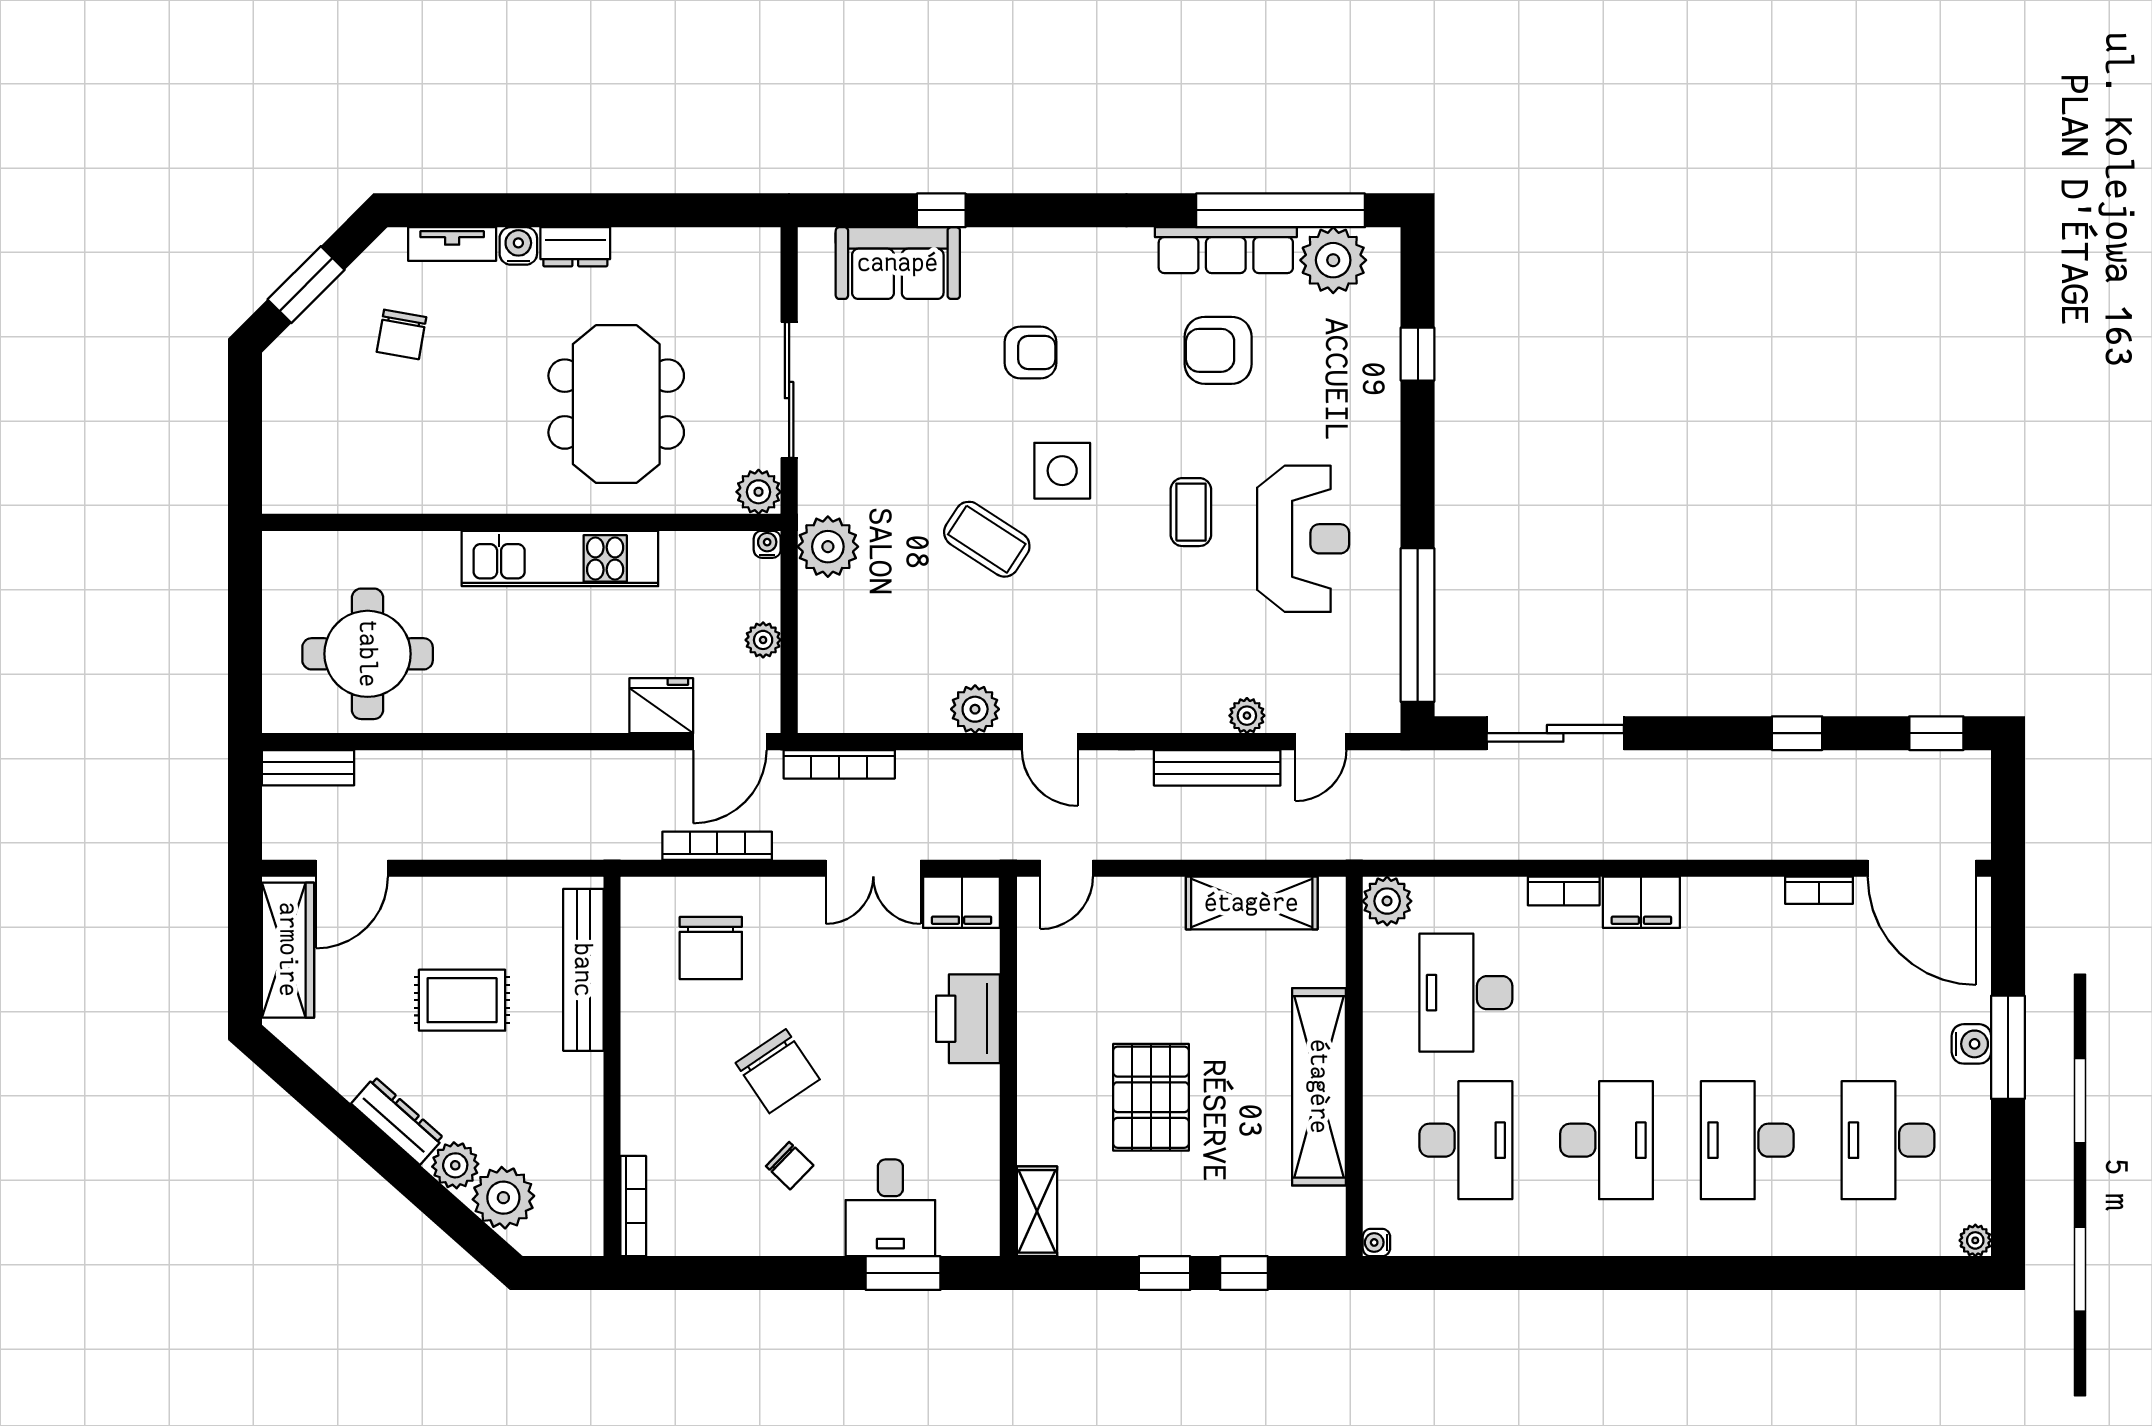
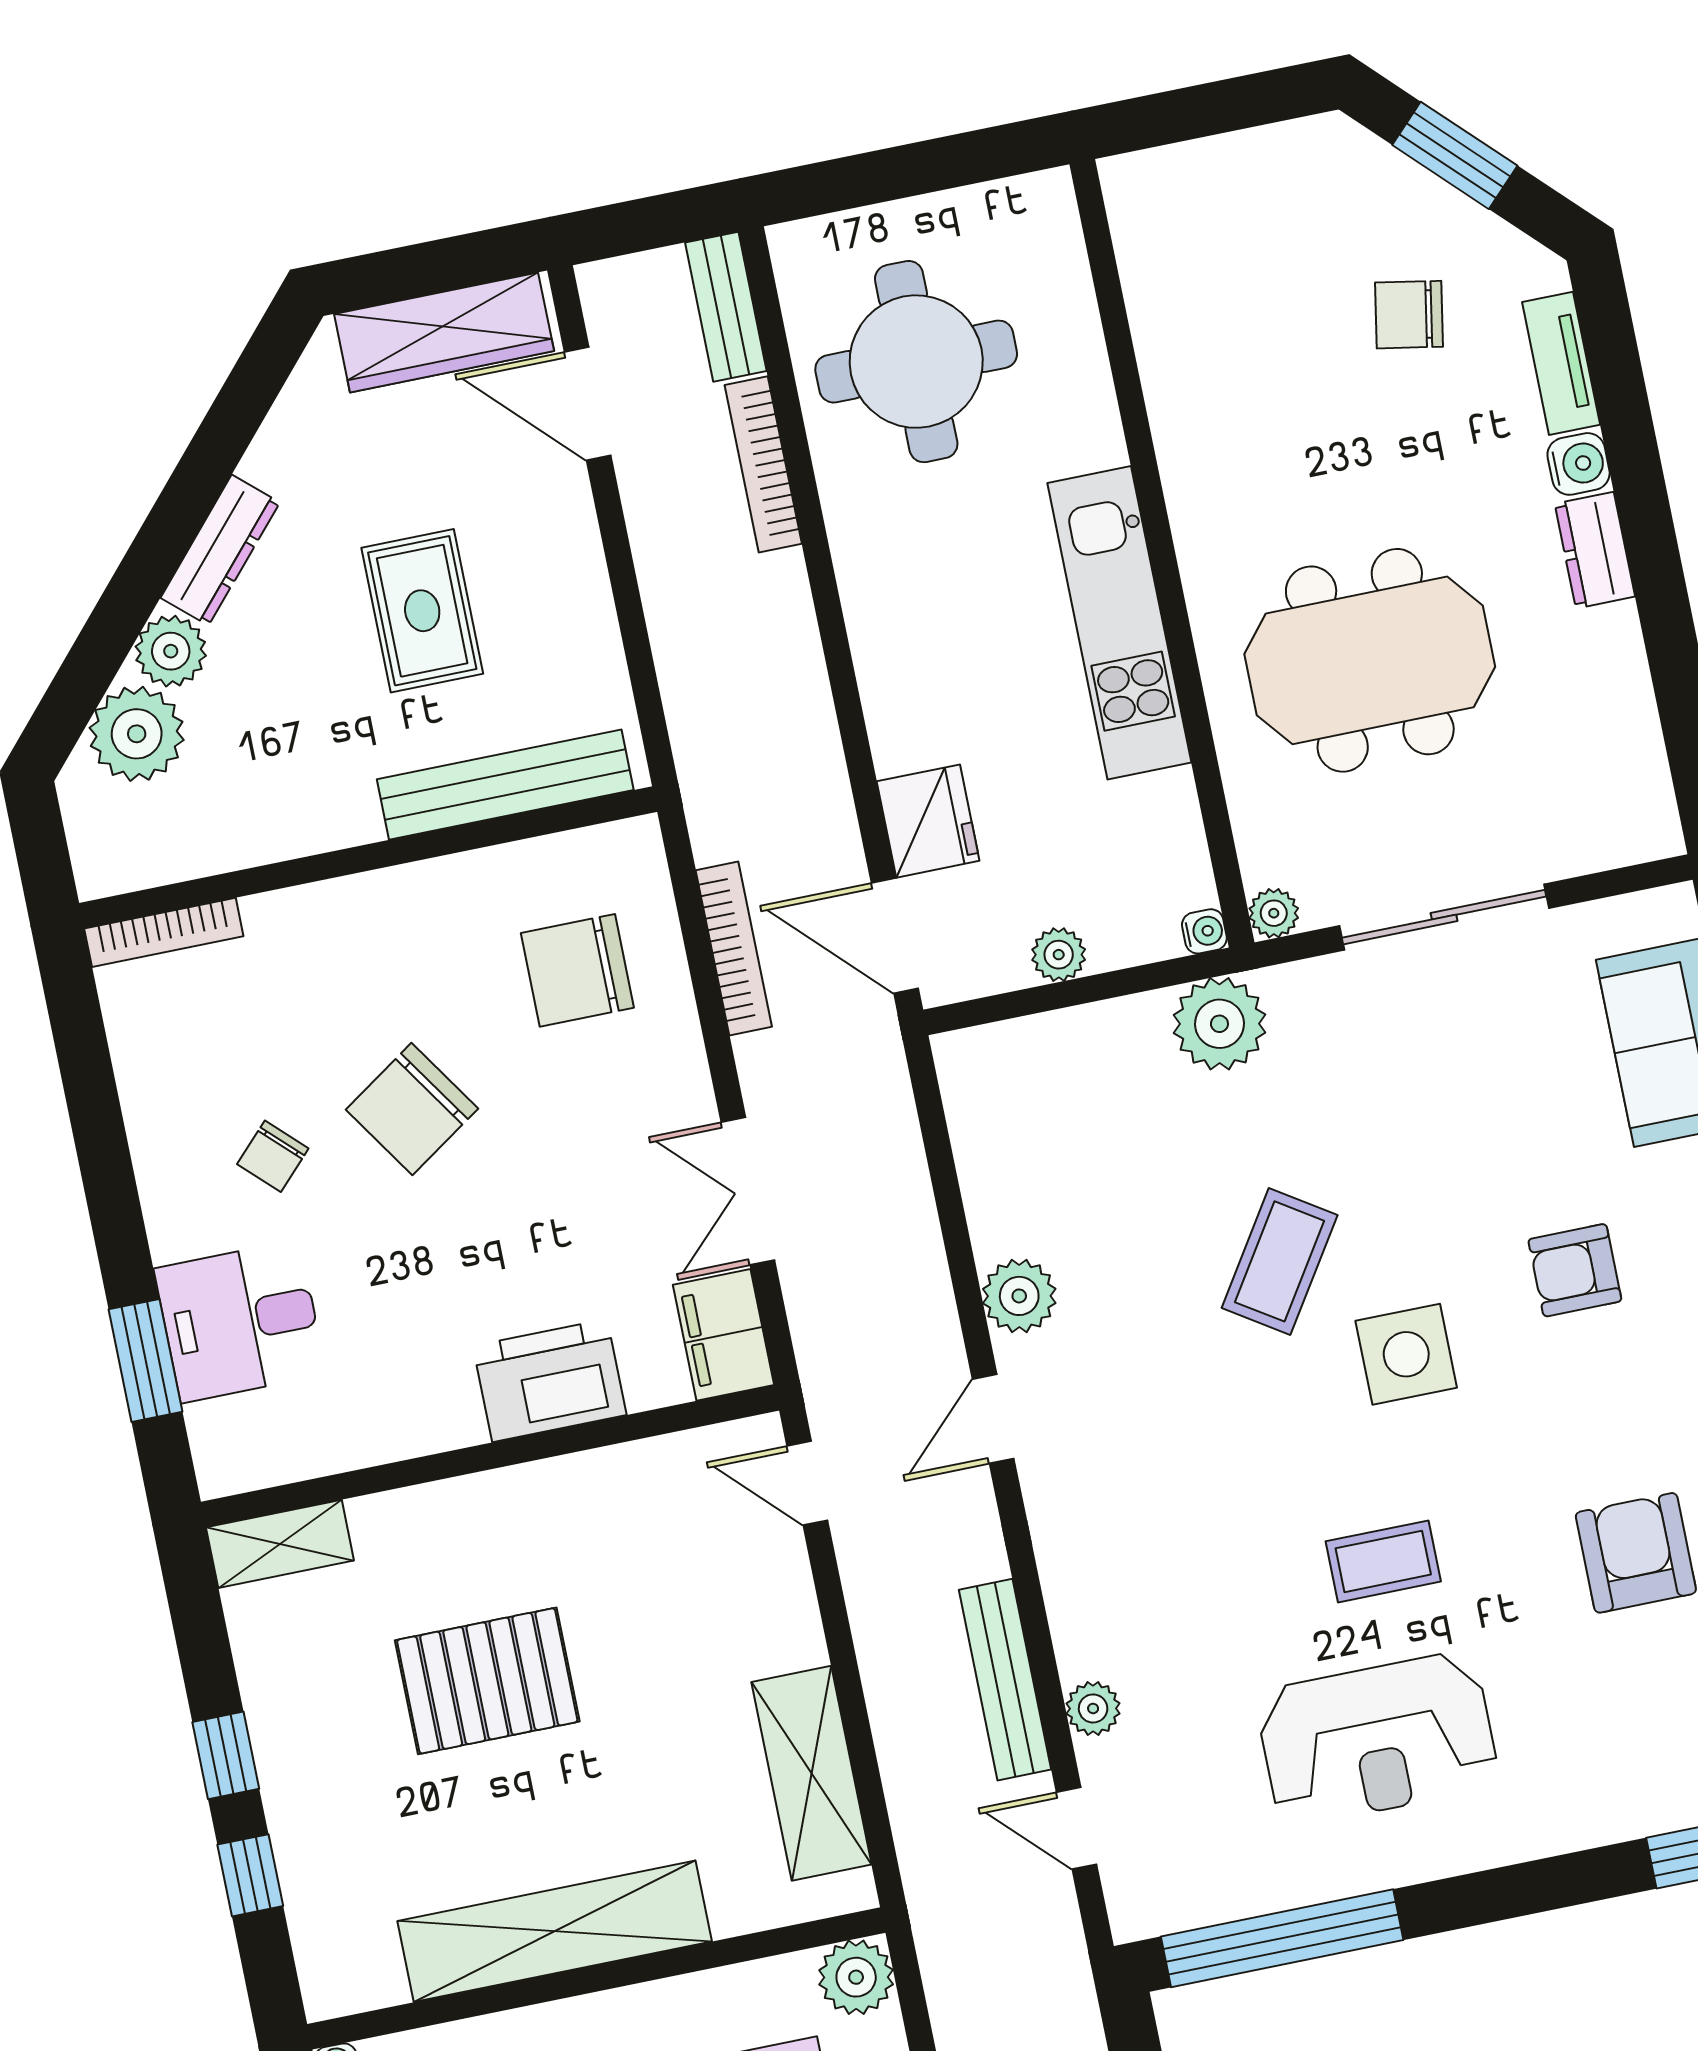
armchair: (1031, 353) -> (1575, 1270), turned 90
plant: (759, 492) -> (1274, 913), width x0.73, depth x0.73
bookcase: (839, 764) -> (763, 464), moved

